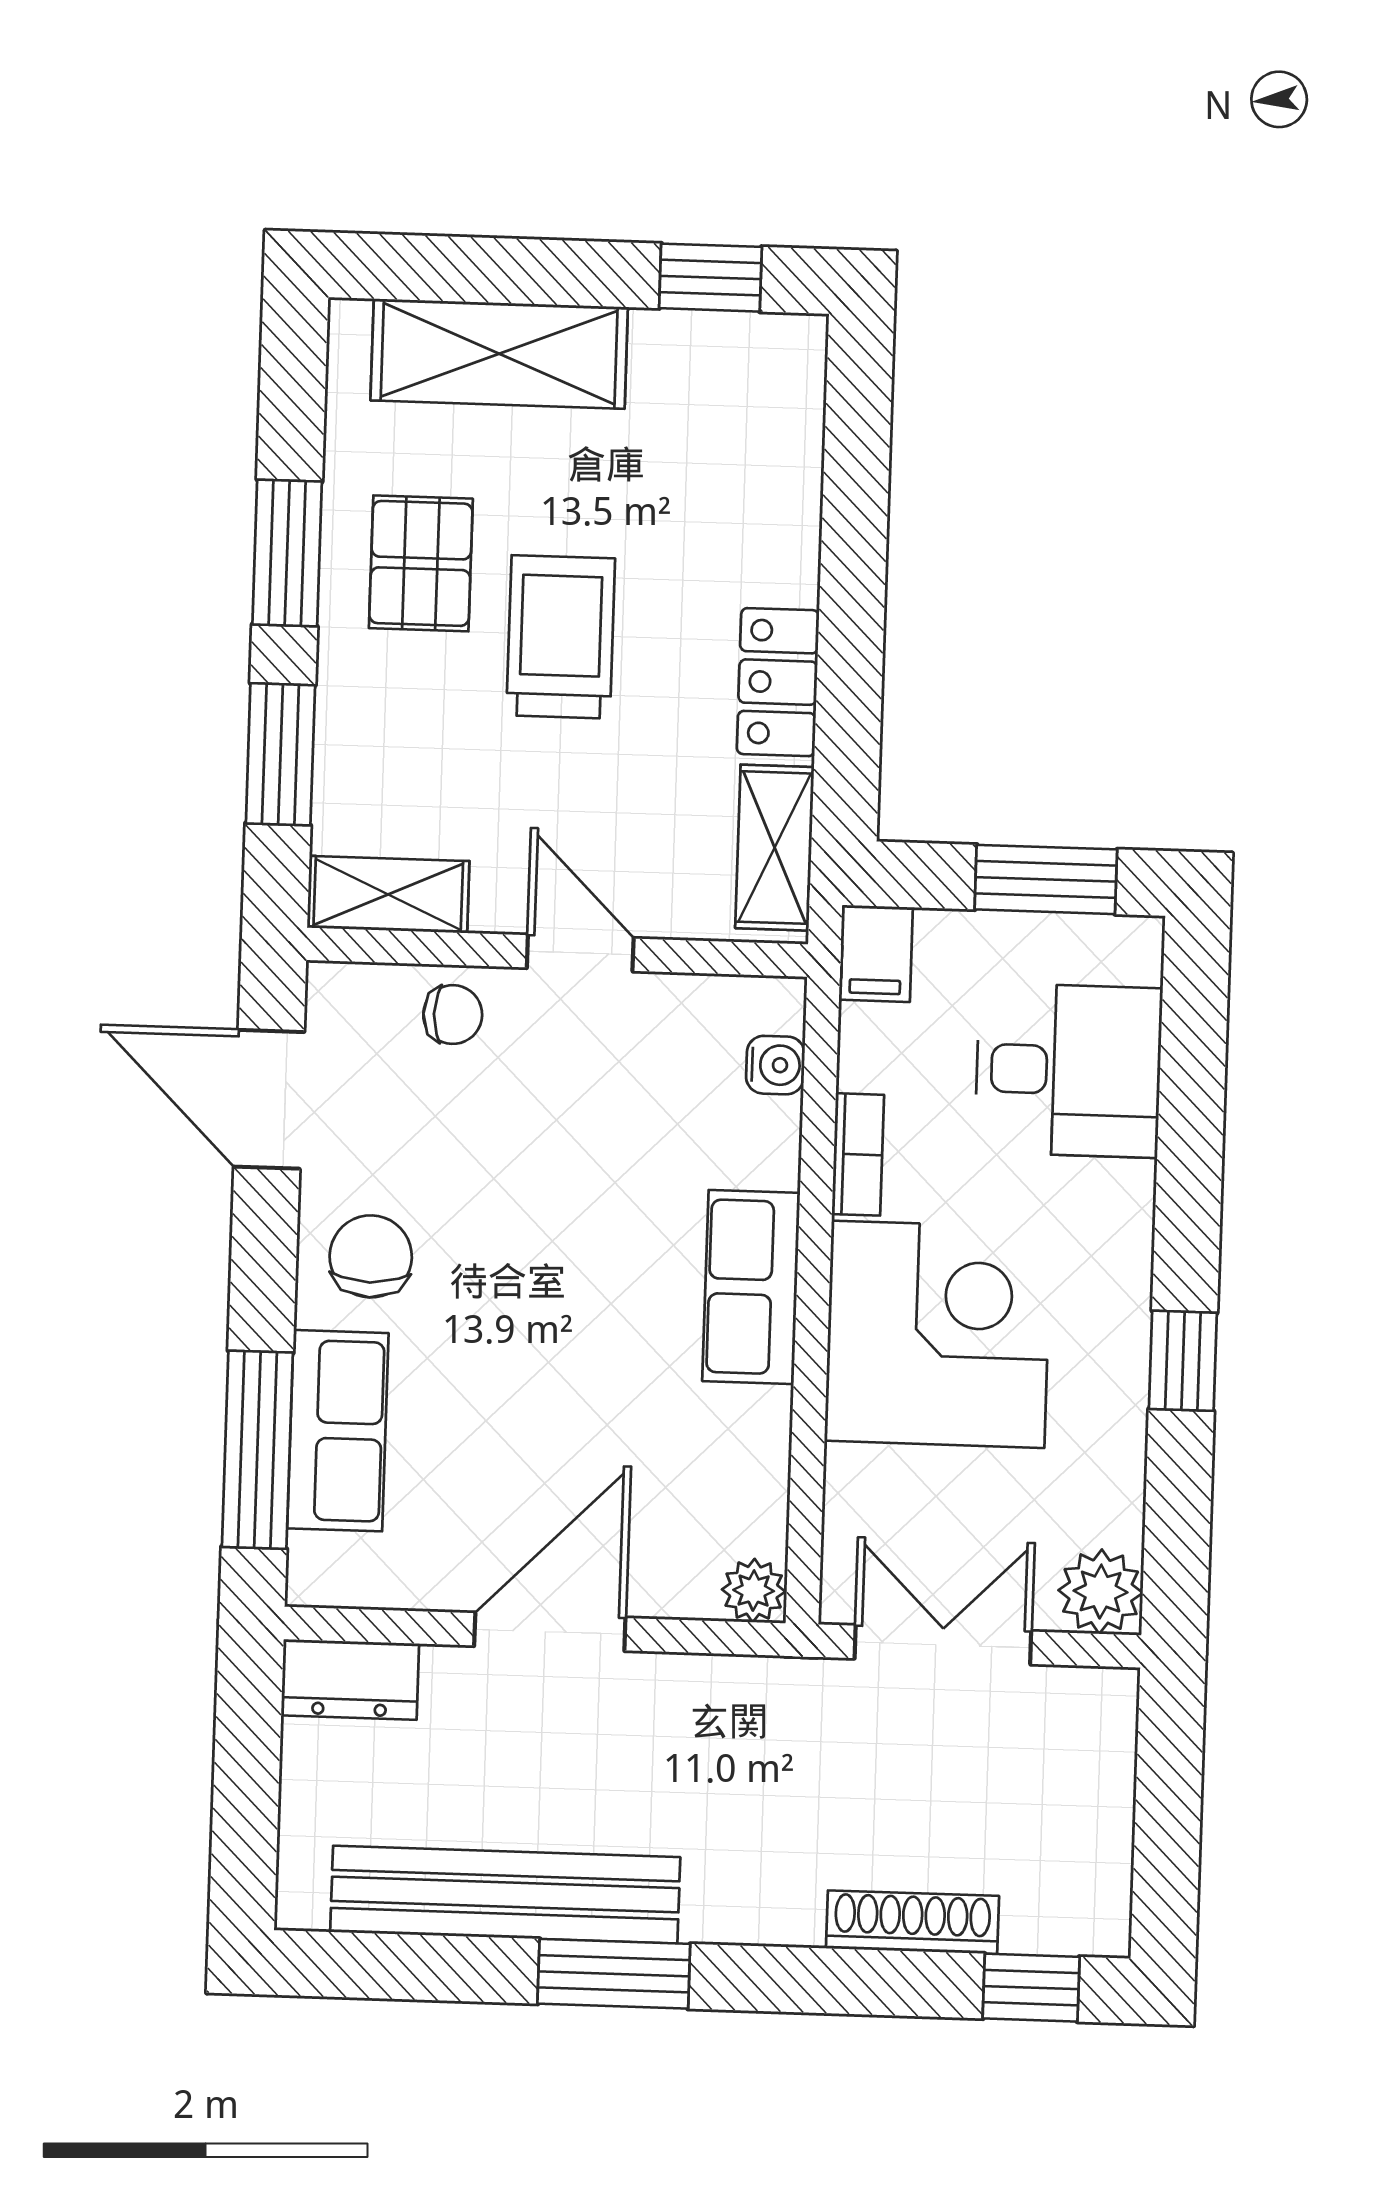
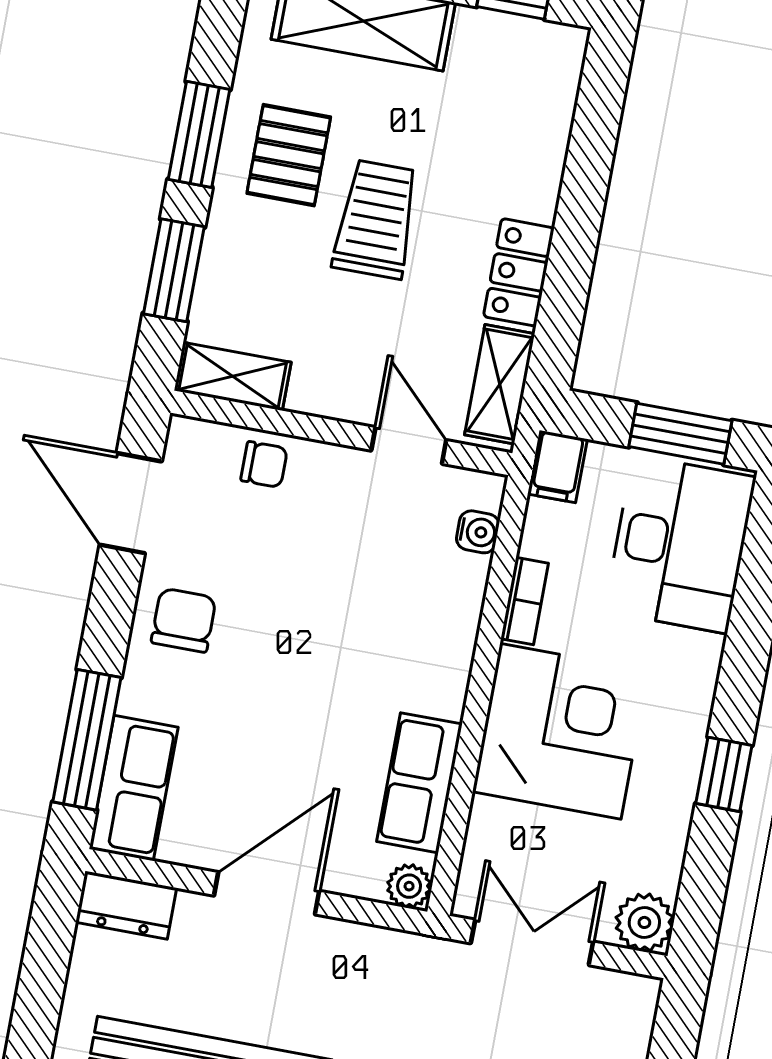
door: (580, 953) -> (409, 445), moved
desk: (1069, 1070) -> (680, 544), width x1.37
row of seats: (751, 1287) -> (420, 783), moved
row of seats: (338, 1431) -> (134, 788), moved

